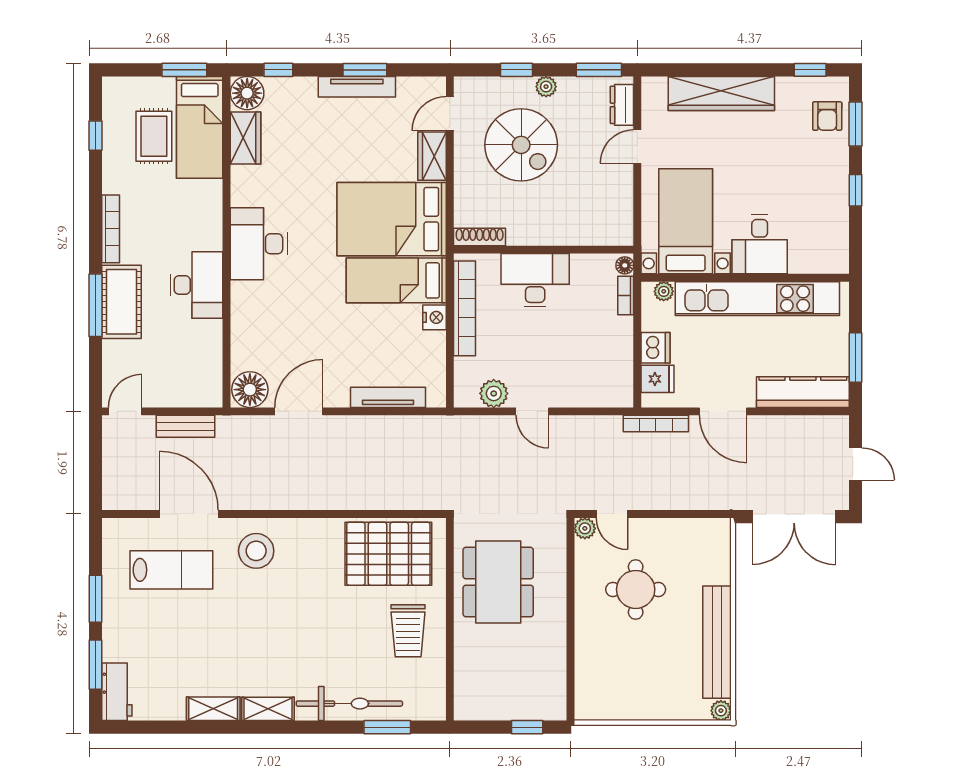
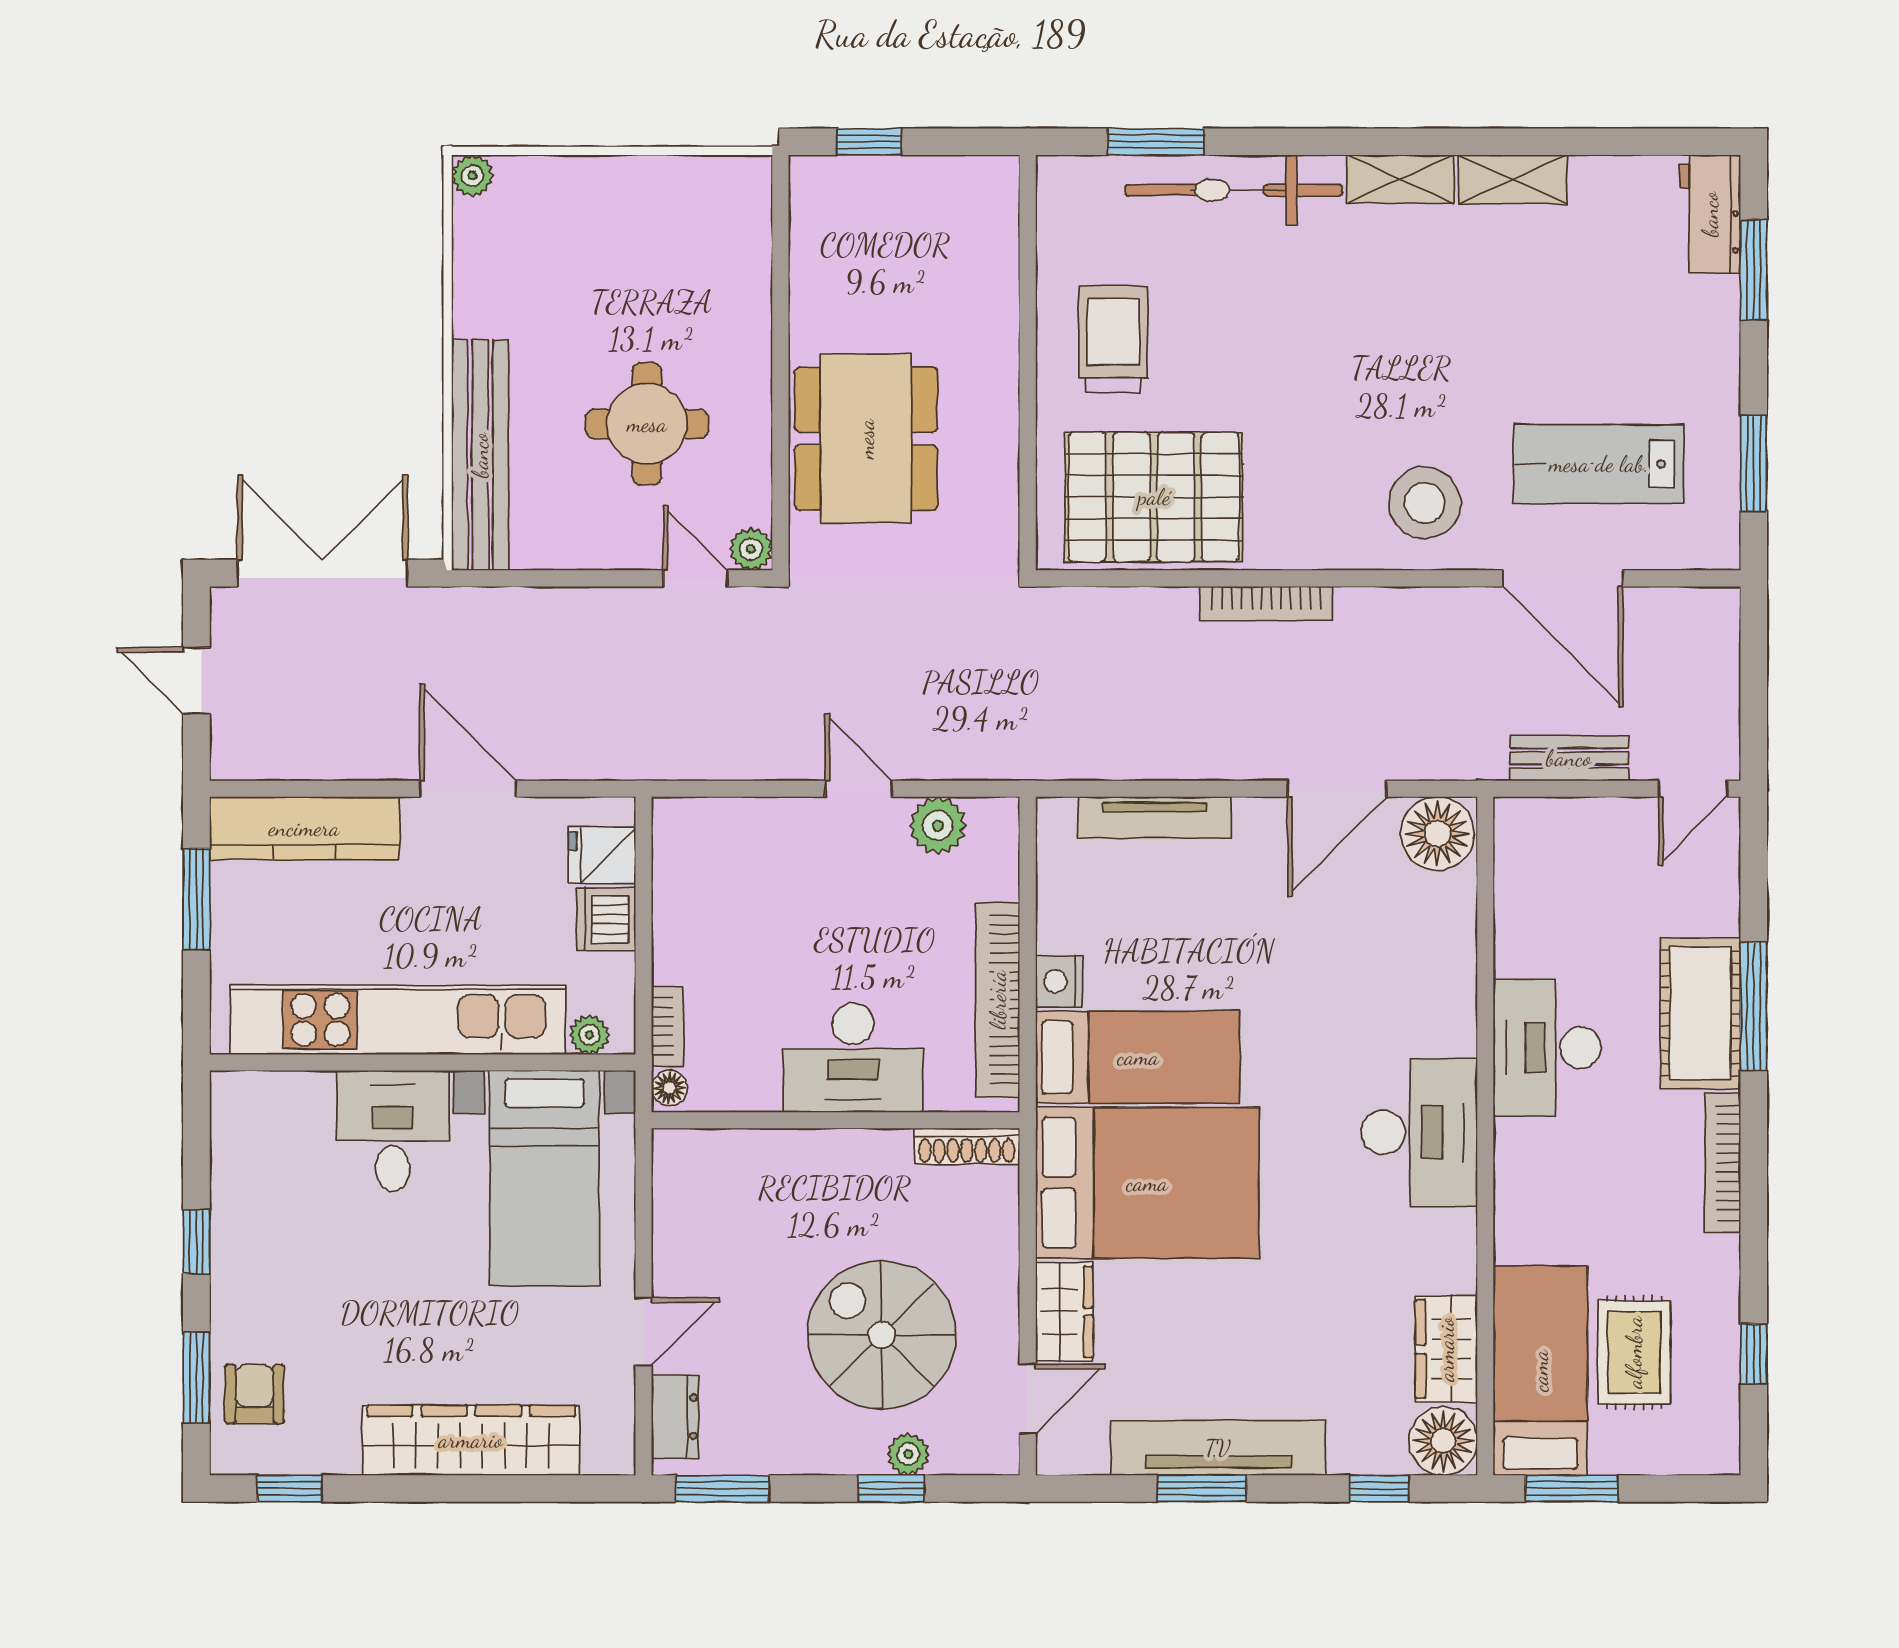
tv unit: (357, 87) -> (1218, 1448), width x1.36, depth x1.29
plant: (546, 87) -> (908, 1454), moved
bookcase: (656, 424) -> (1266, 603), moved, turned 180
dining table: (498, 582) -> (866, 439), moved
window: (96, 599) -> (1754, 464), moved
bench: (717, 642) -> (480, 455), moved

